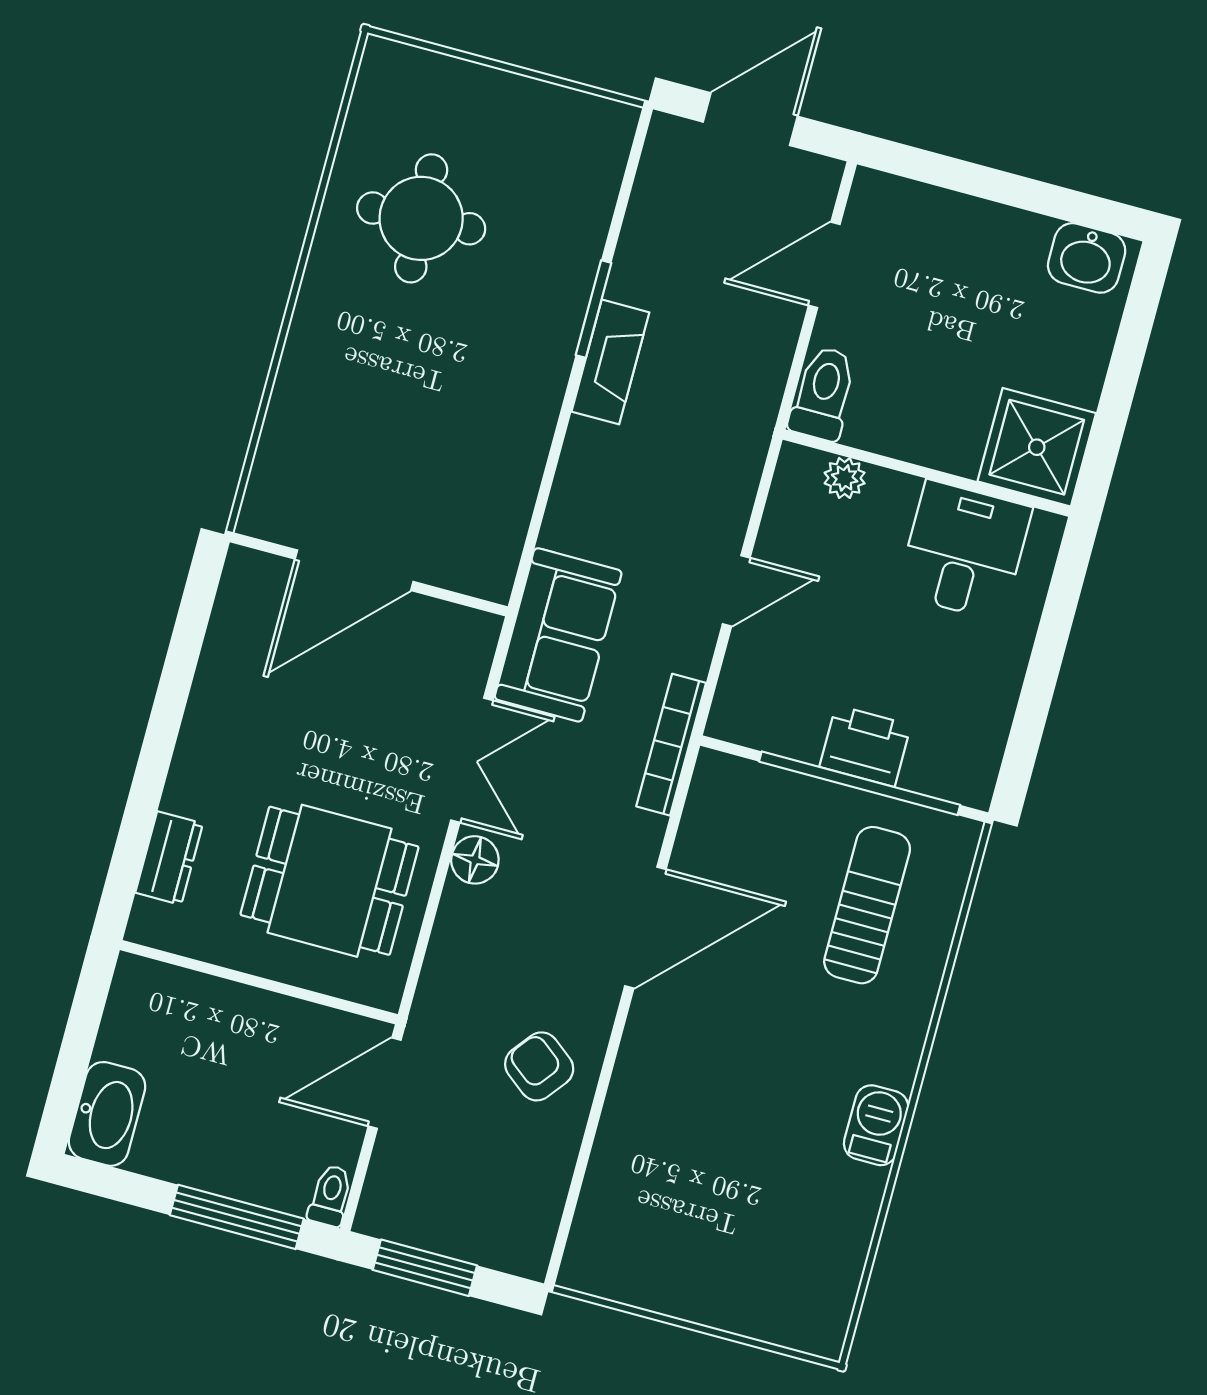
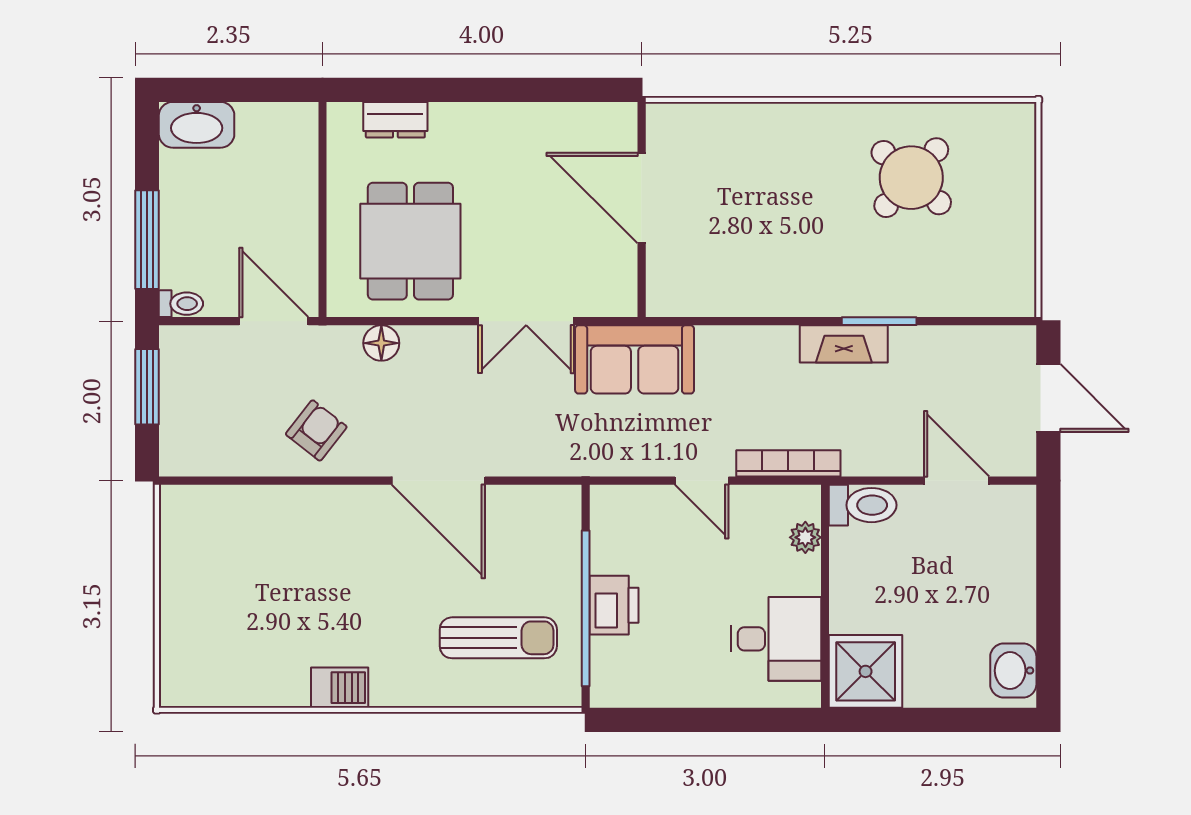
round table: (421, 218) -> (911, 178), turned 45
bookcase: (671, 745) -> (788, 463), moved
floor lamp: (475, 860) -> (381, 343), moved

